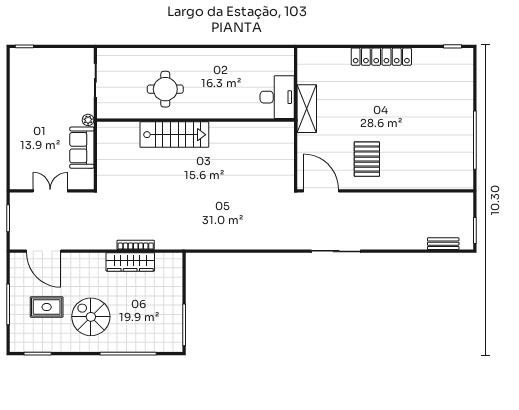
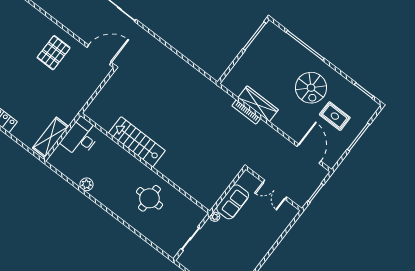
plant: (237, 56) -> (86, 184), added
shelving: (307, 109) -> (51, 137), moved
stairs: (174, 135) -> (137, 142), moved
door: (321, 191) -> (99, 55), swing flipped

